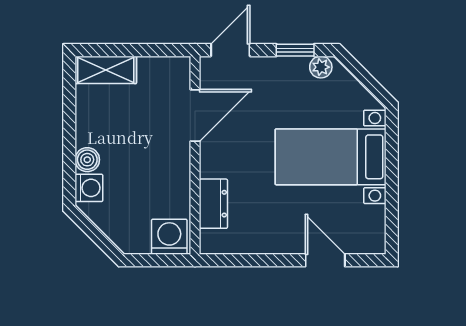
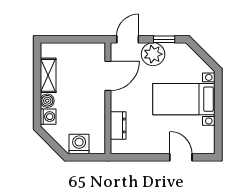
plant: (321, 67) -> (153, 54), moved, width x1.87, depth x1.87
shelving: (106, 70) -> (48, 75), moved, turned 90
washing machine: (169, 237) -> (79, 144), moved

